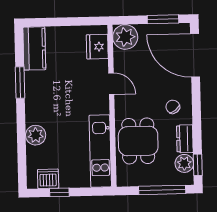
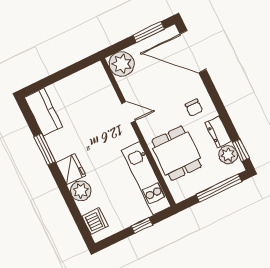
fridge: (97, 47) -> (71, 169), moved, turned 180
chair: (173, 107) -> (194, 108), turned -142
dishwasher: (48, 179) -> (95, 221), moved, turned 90
window: (59, 192) -> (142, 225), moved

